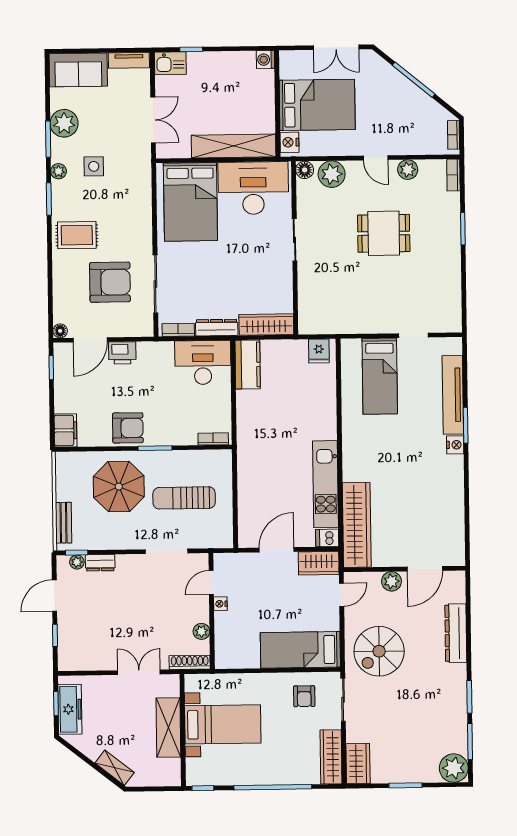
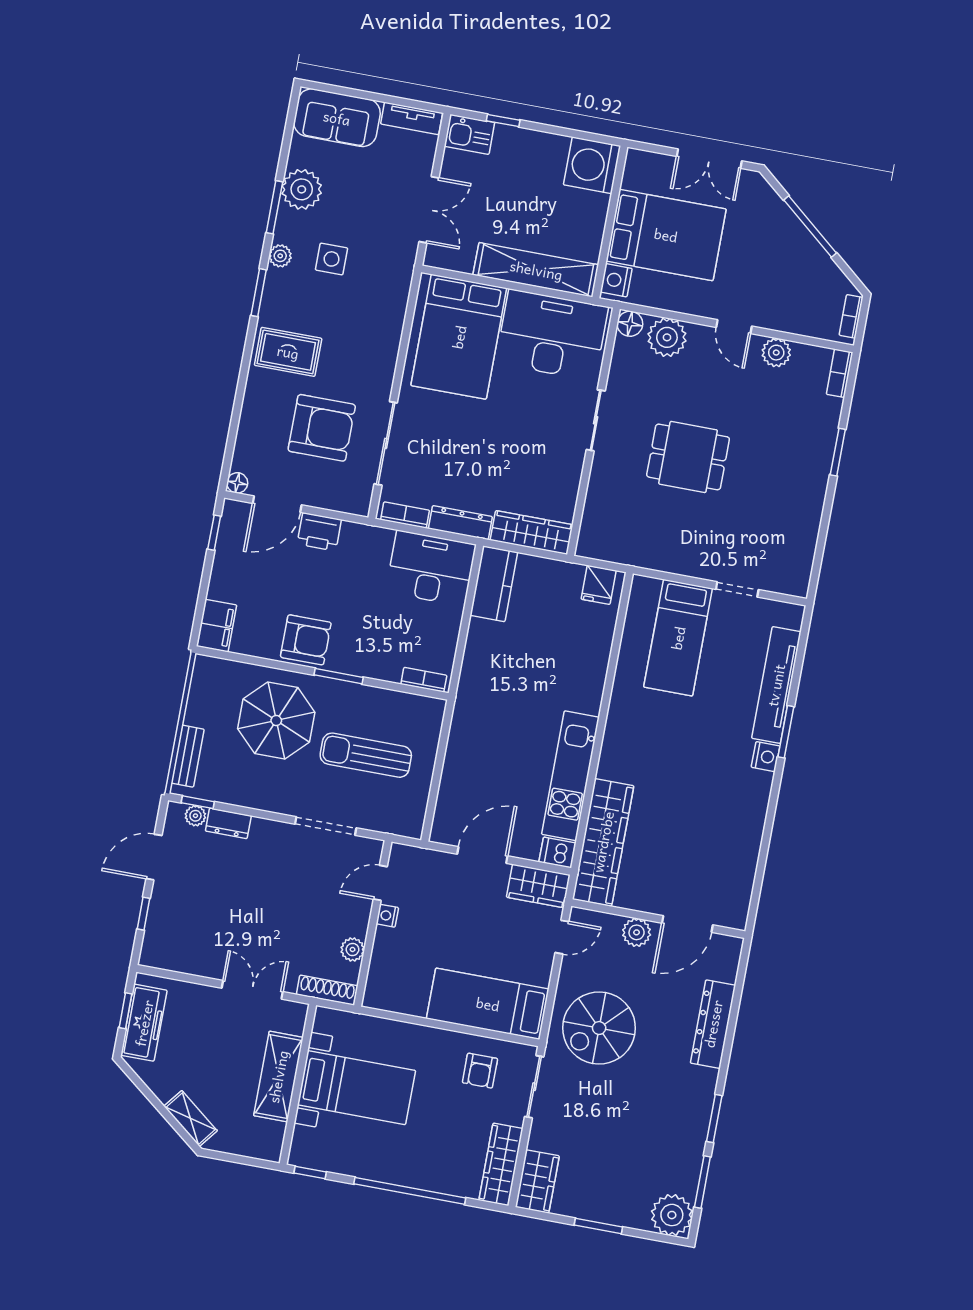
washing machine: (265, 60) -> (592, 165), width x1.89, depth x1.89
dining table: (384, 233) -> (688, 457), moved

